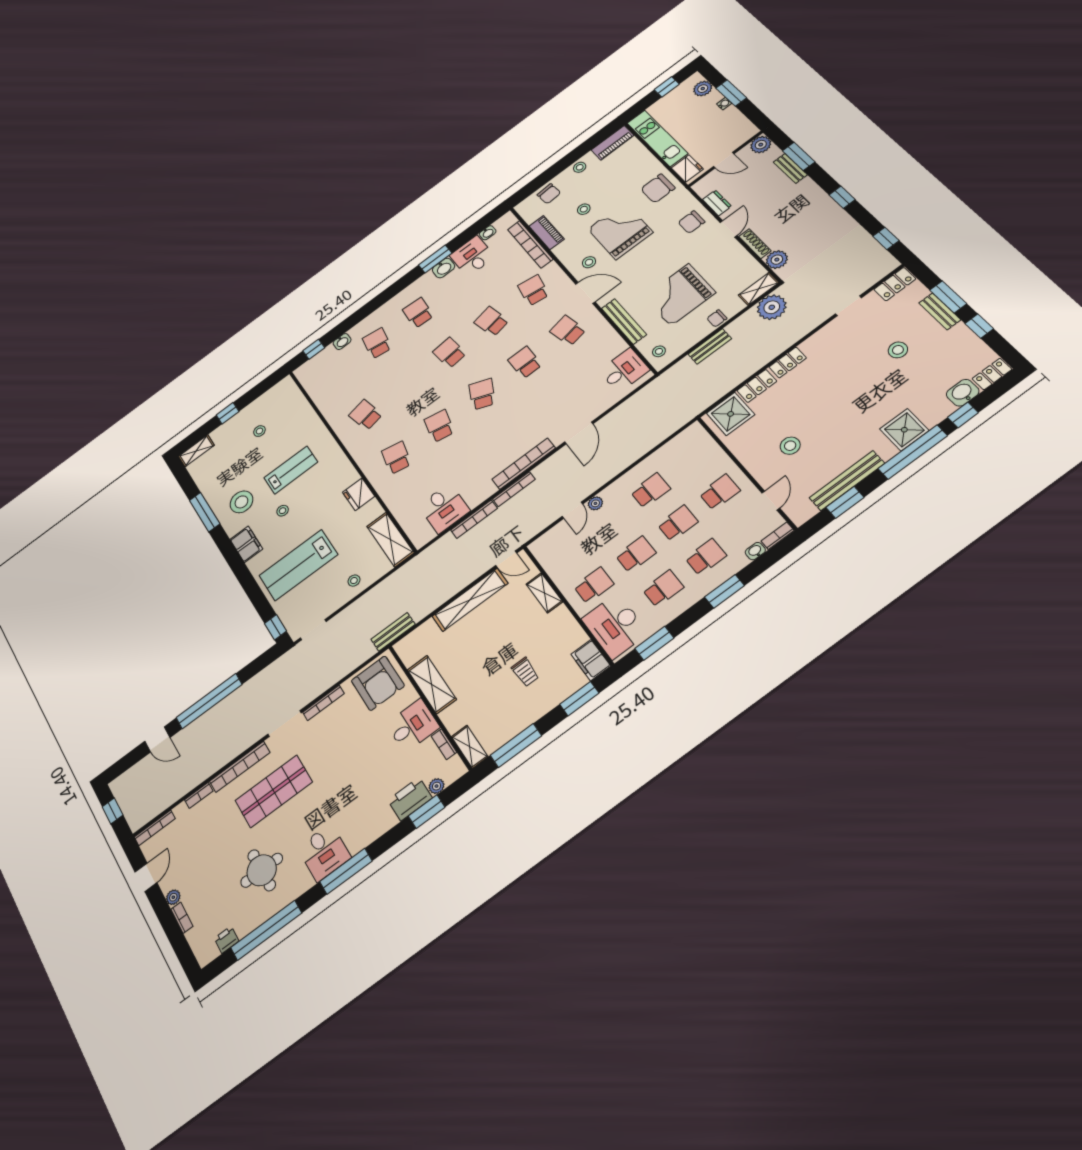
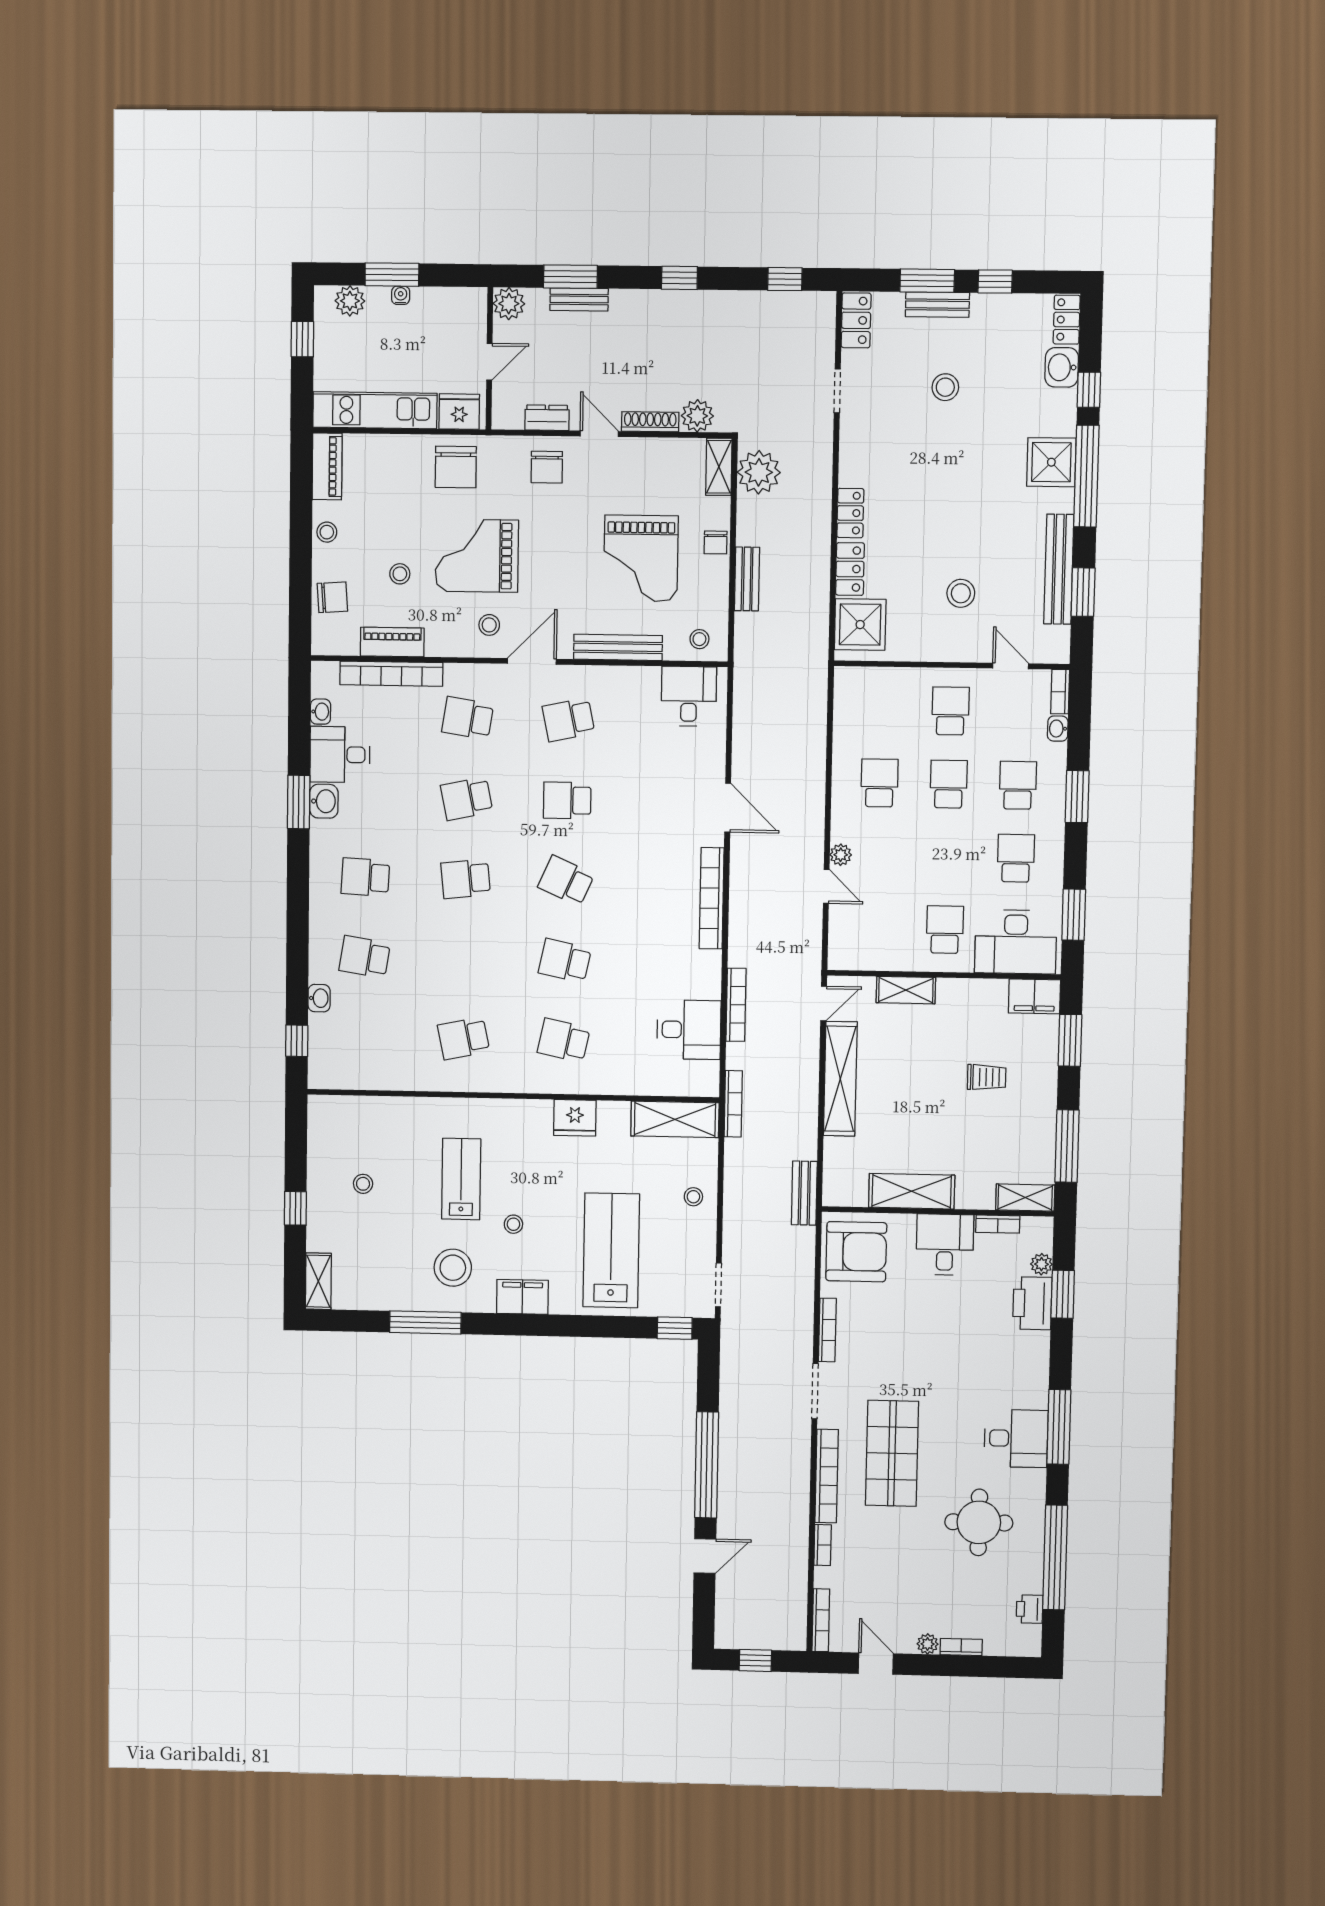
bookcase: (514, 489) -> (733, 1104), moved
school desk: (636, 554) -> (947, 857), removed
lab bench: (298, 565) -> (611, 1250), turned 180

